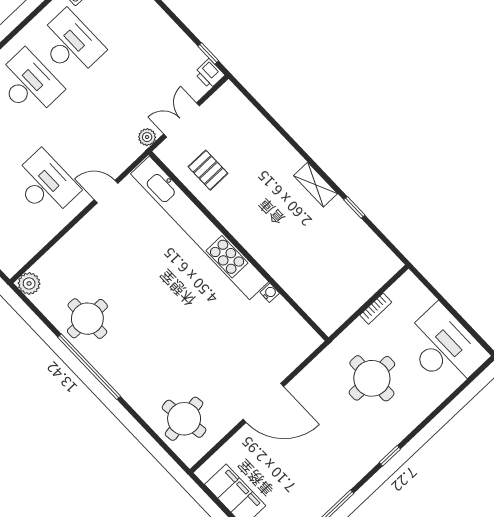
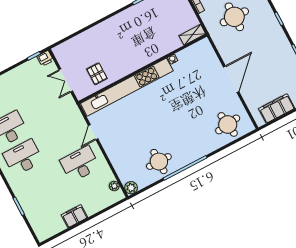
plant: (147, 137) -> (114, 186), moved
pallet: (208, 170) -> (97, 74), turned 90
shelving: (316, 185) -> (192, 35), moved

